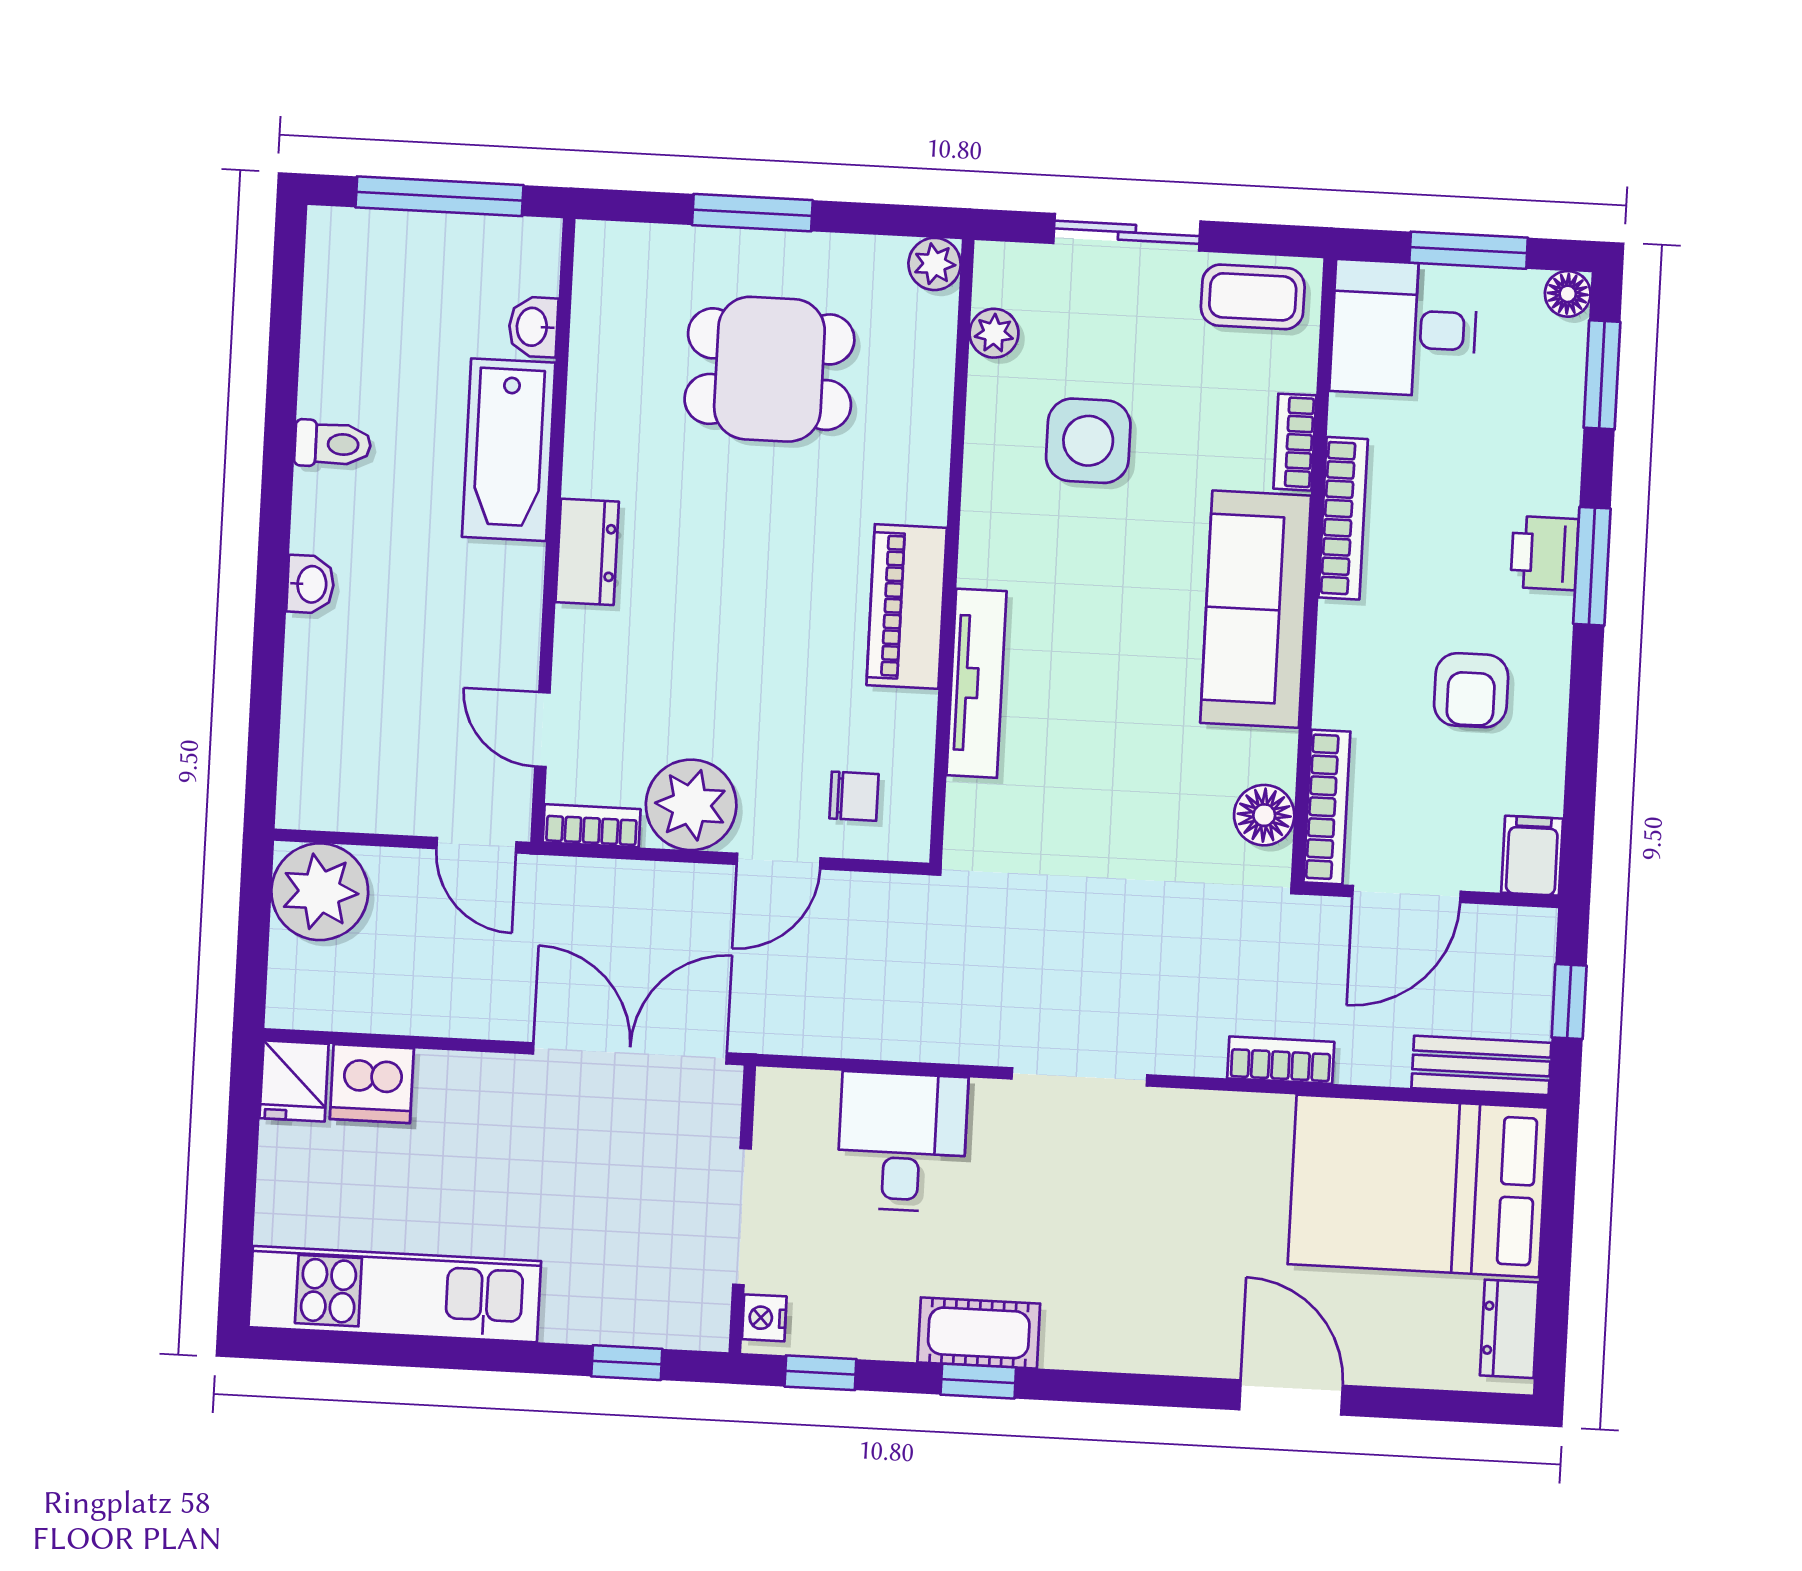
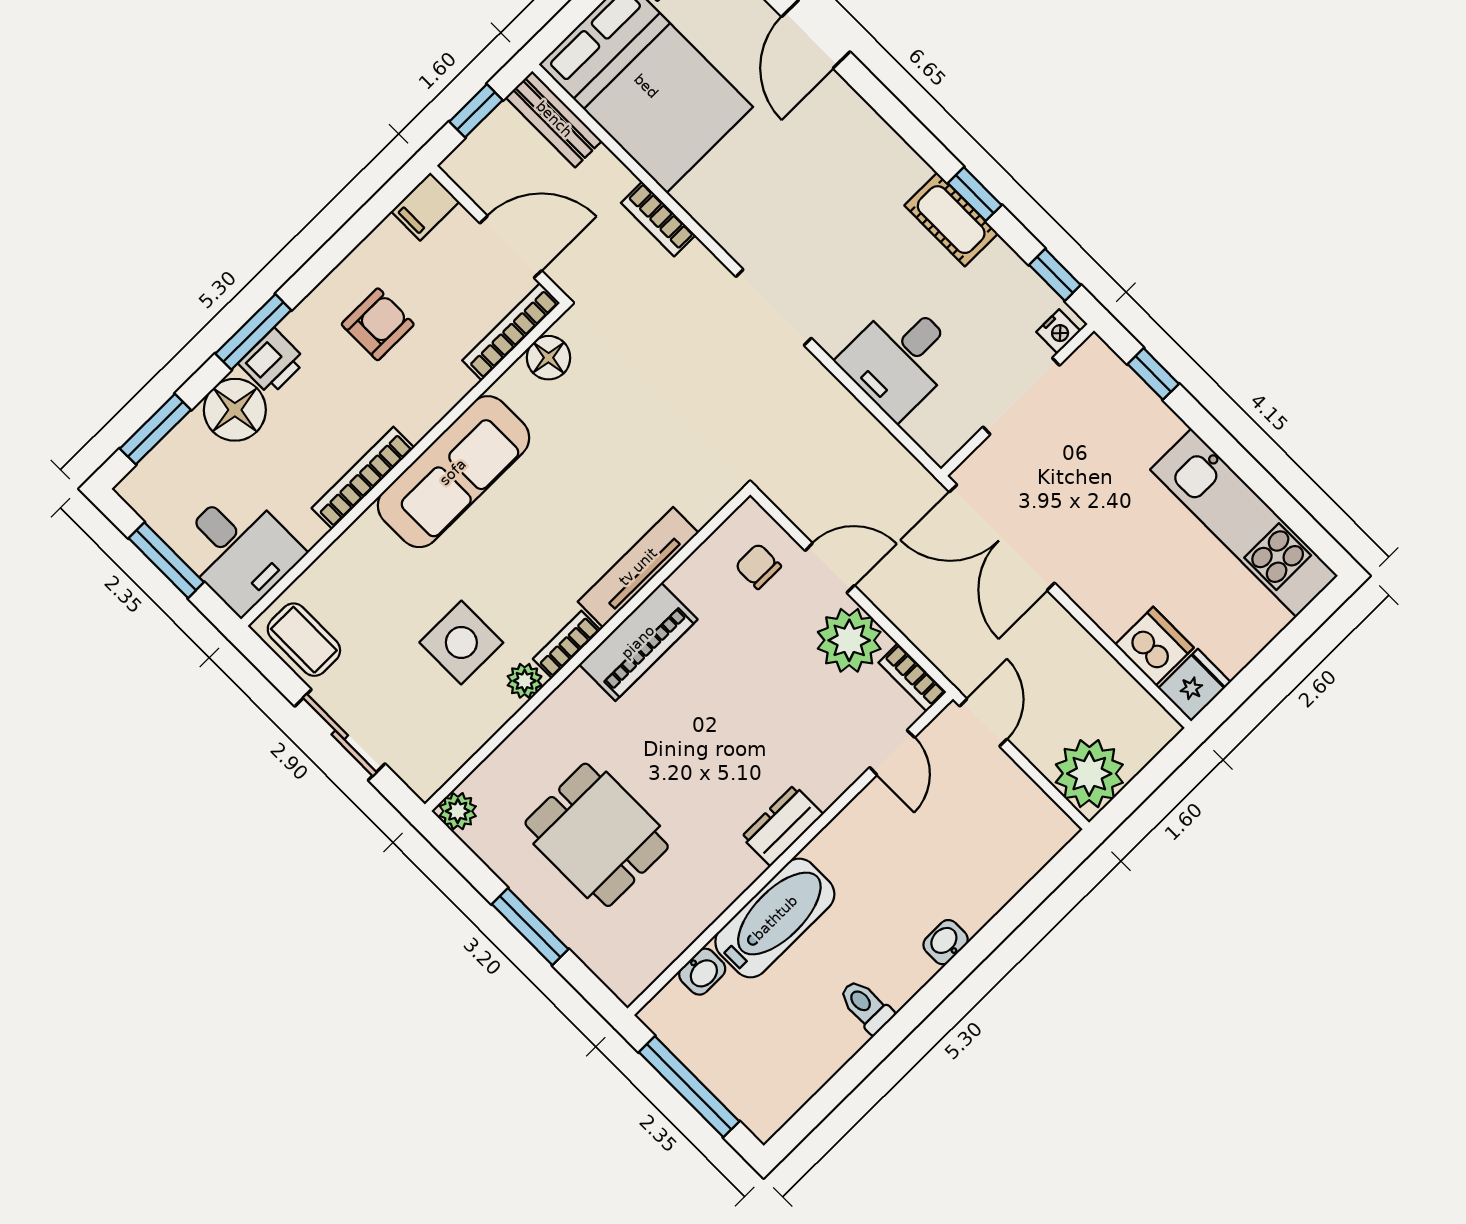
floor lamp: (1568, 294) -> (235, 410), moved, width x1.89, depth x1.89
plant: (994, 333) -> (525, 681), moved
bookcase: (1295, 442) -> (567, 644), moved, turned 180

